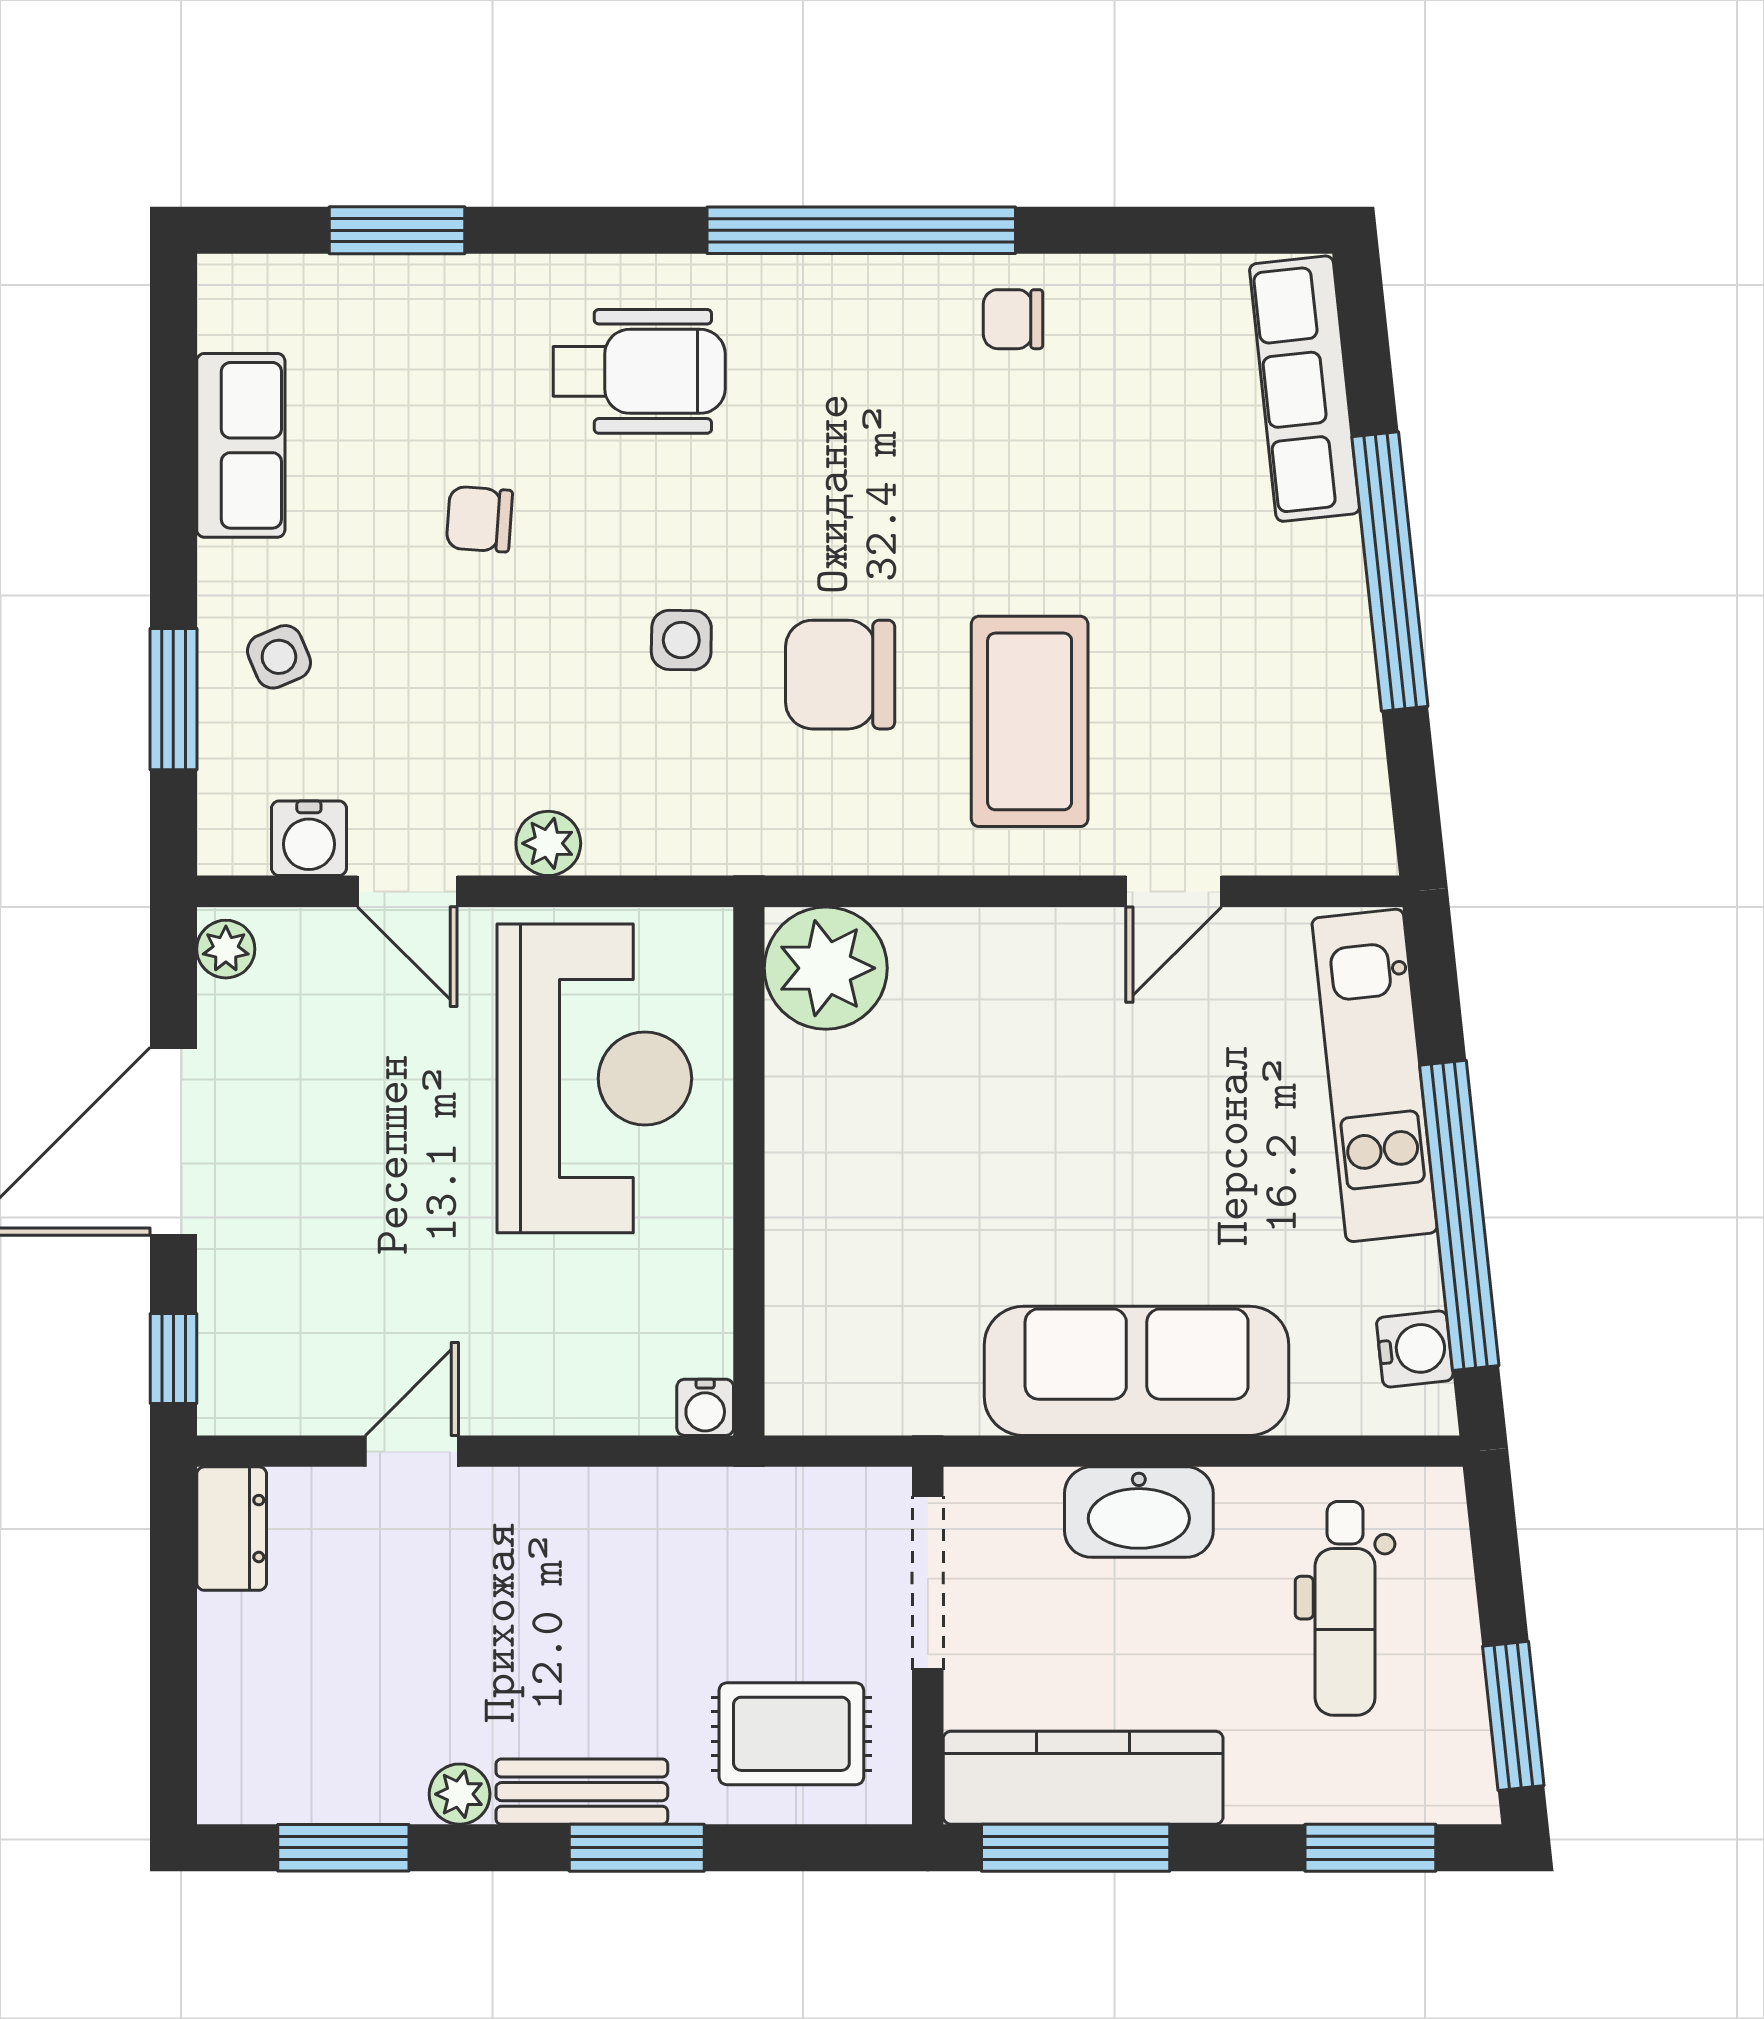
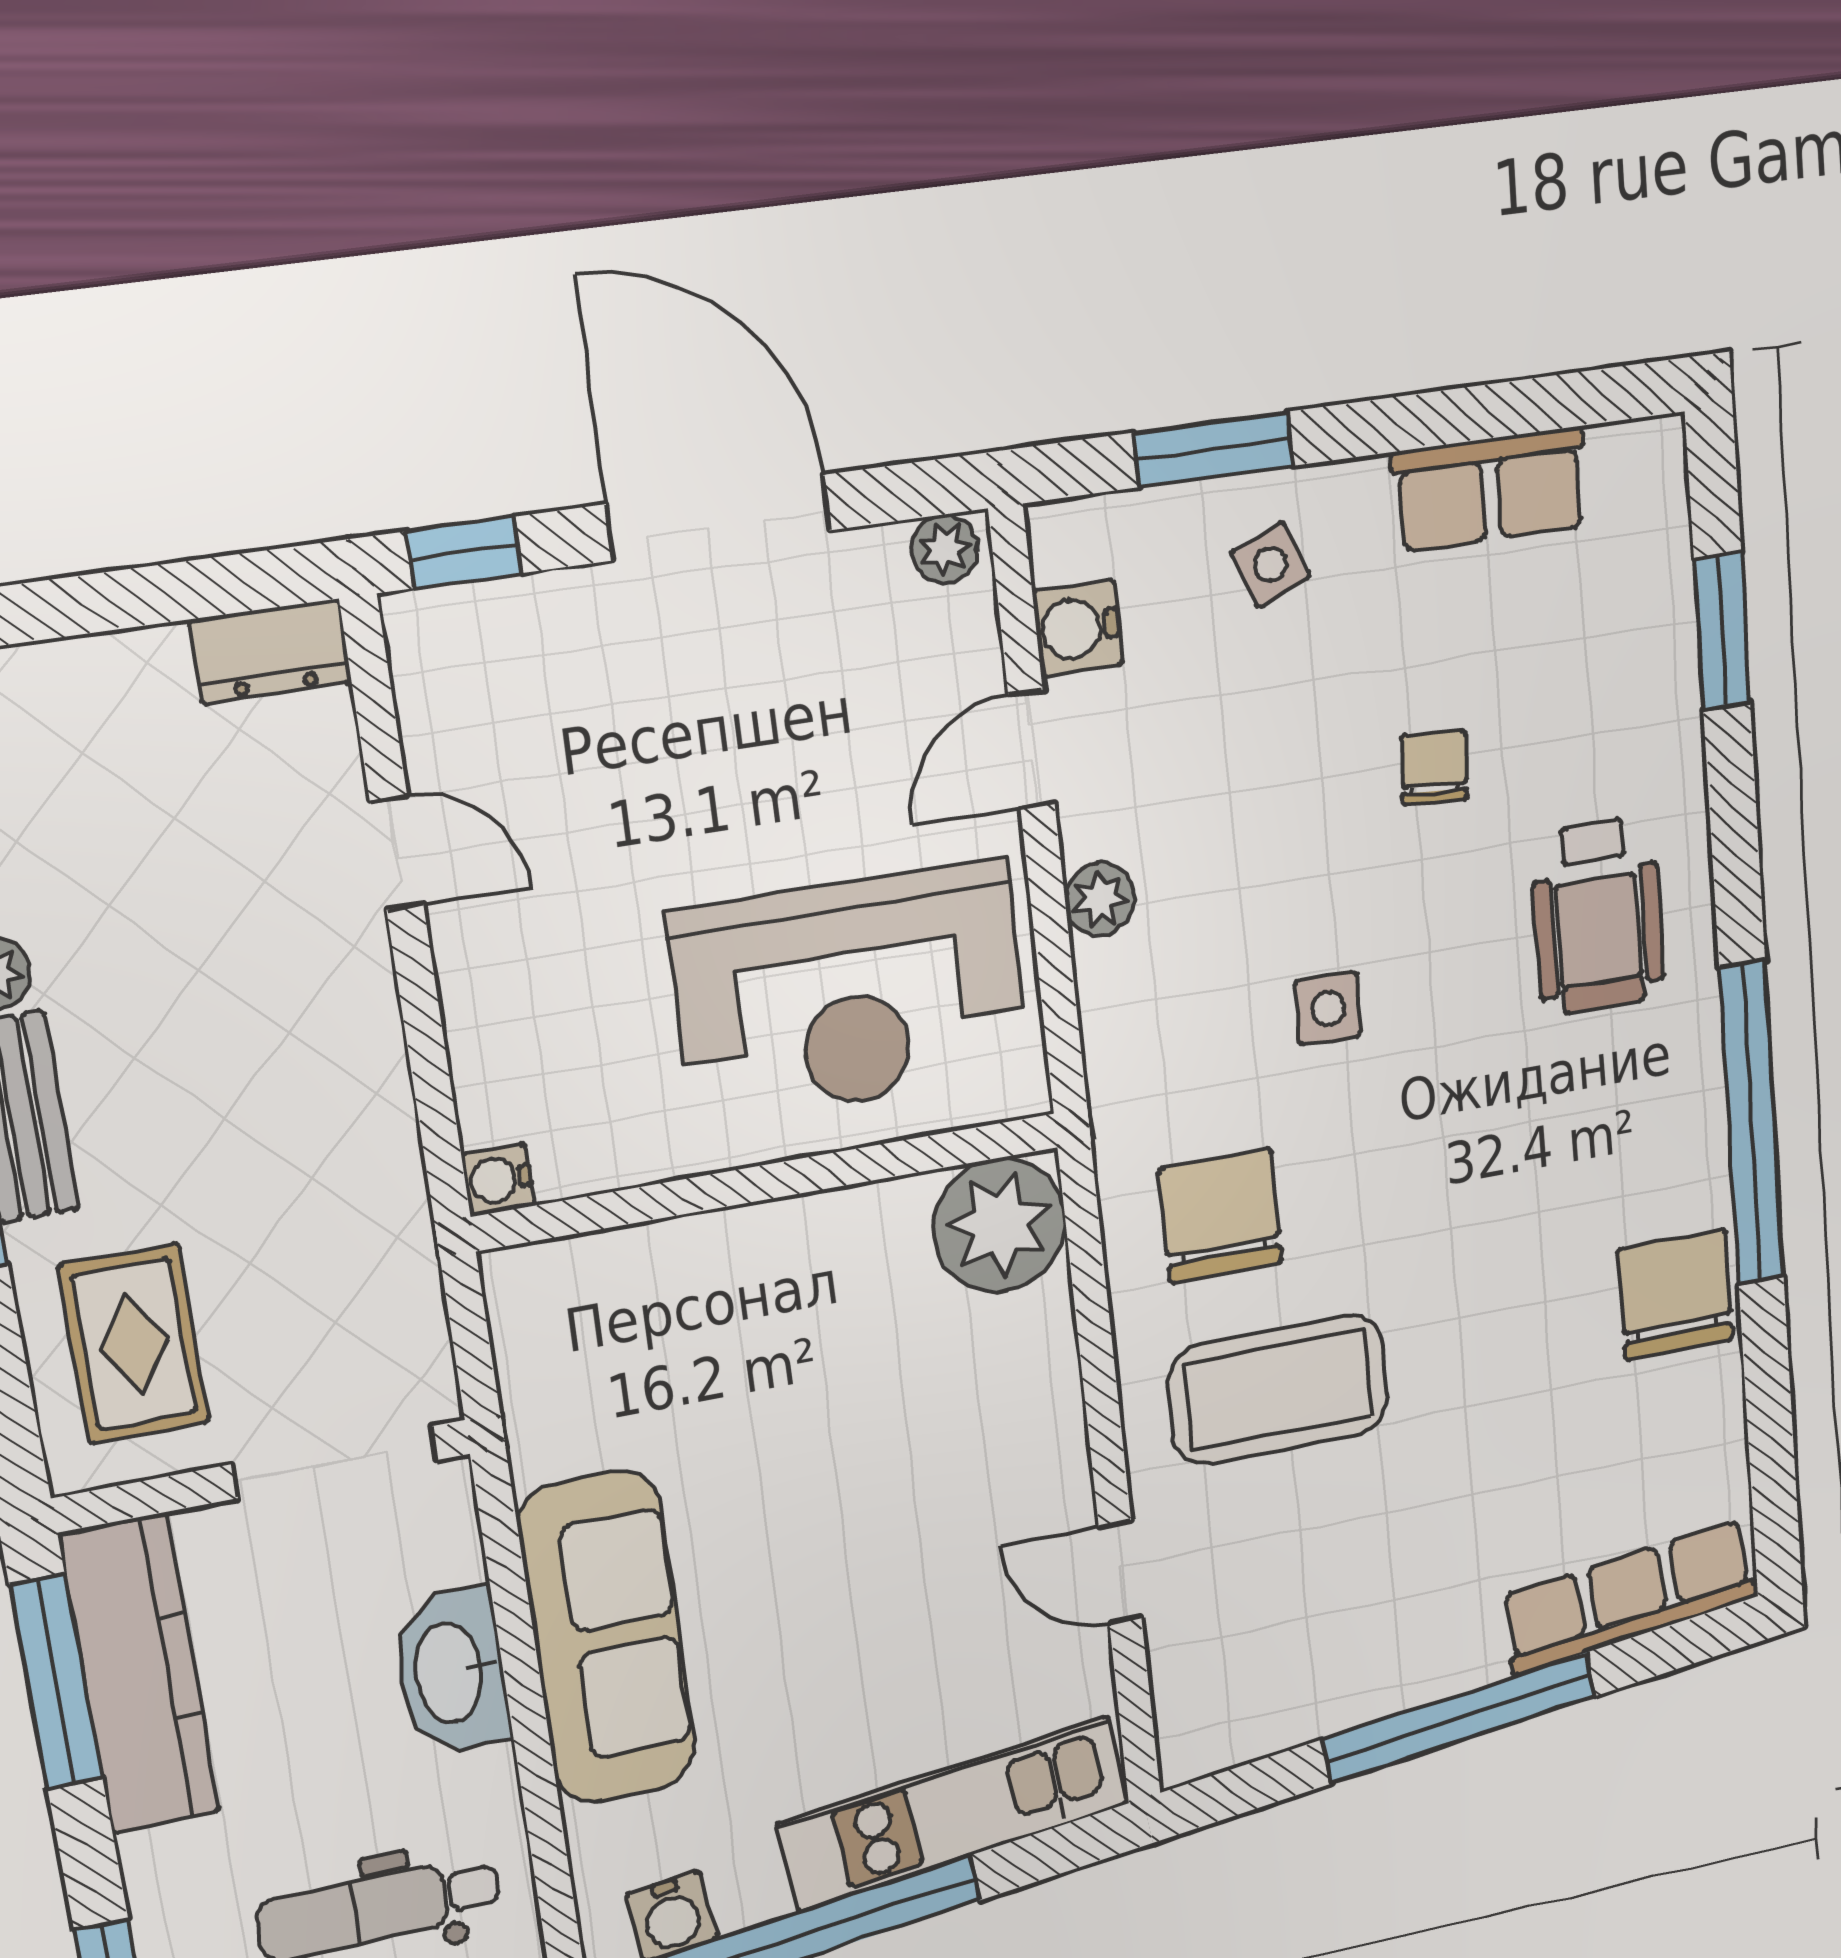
chair: (1013, 319) -> (1676, 1295), width x1.87, depth x1.87
chair: (840, 675) -> (1221, 1216), moved

